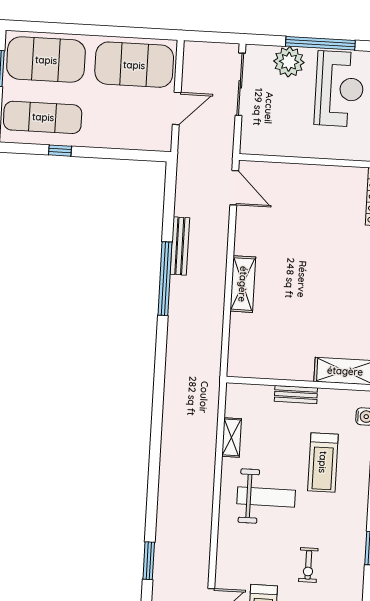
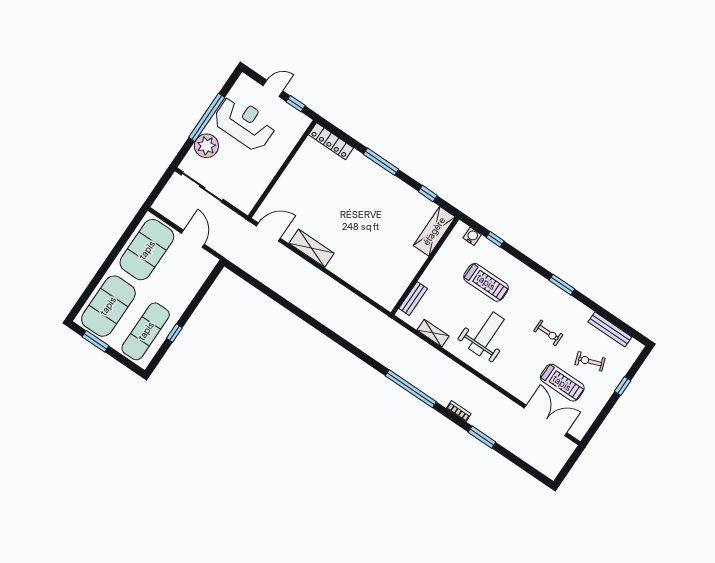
bench: (180, 246) -> (285, 291), removed
window: (165, 279) -> (411, 389), moved
shelving: (243, 284) -> (312, 248), moved
bench: (296, 395) -> (413, 298), moved
bookcase: (162, 518) -> (459, 411), added

